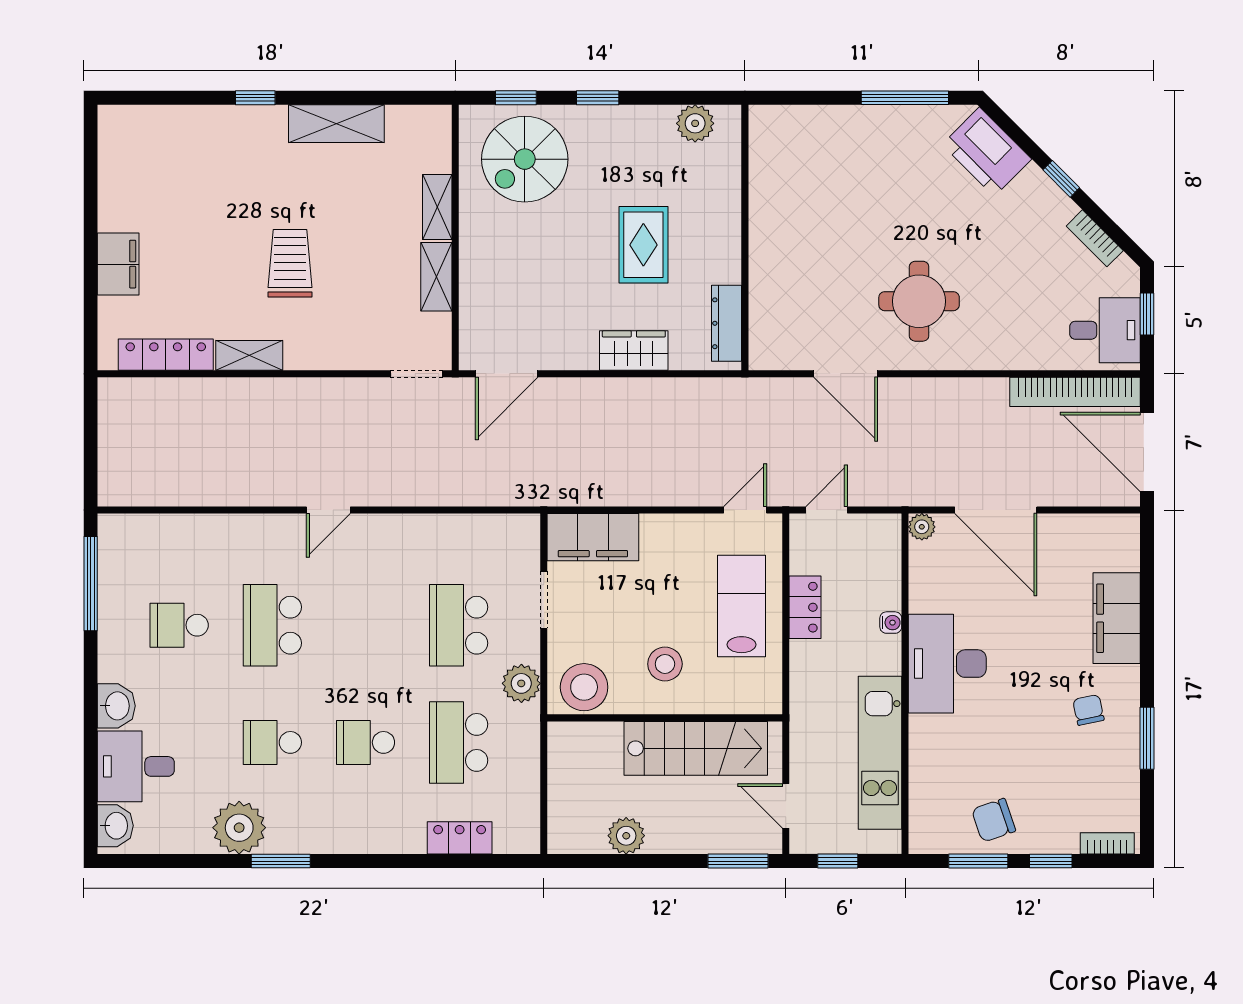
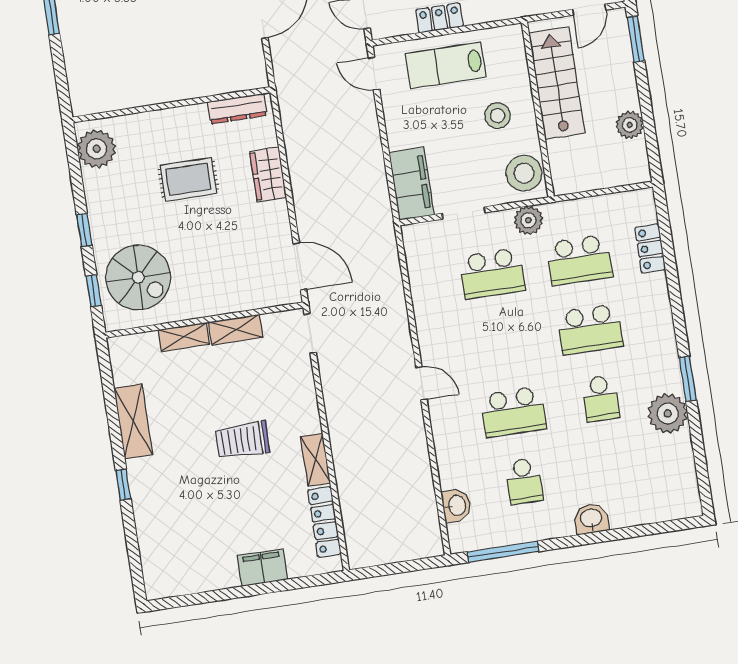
plant: (695, 123) -> (97, 149), width x1.36, depth x1.36
school desk: (366, 742) -> (590, 329), width x1.85
desk: (136, 766) -> (634, 497), removed
washbasin: (115, 826) -> (456, 506), moved, turned 90

